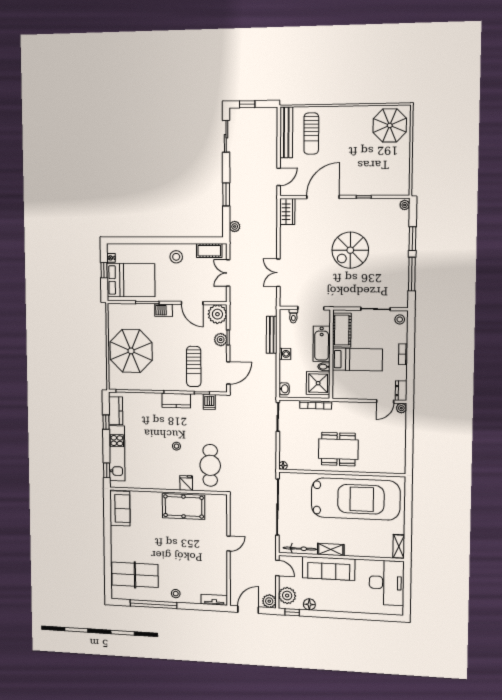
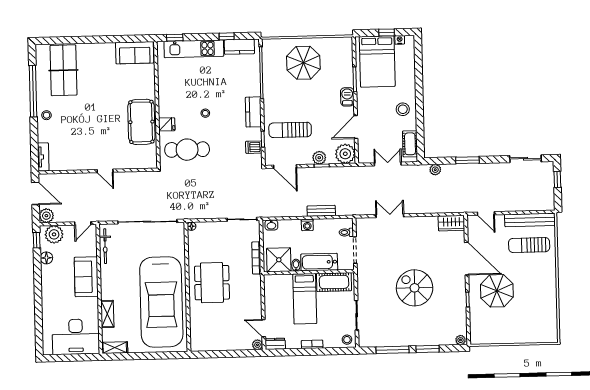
parasol: (390, 125) -> (497, 291), moved
bench: (272, 335) -> (321, 211), width x0.73
parasol: (131, 351) -> (303, 63), width x0.73, depth x0.73
shelving: (331, 550) -> (107, 314), moved
sofa: (329, 568) -> (86, 277), width x0.73

